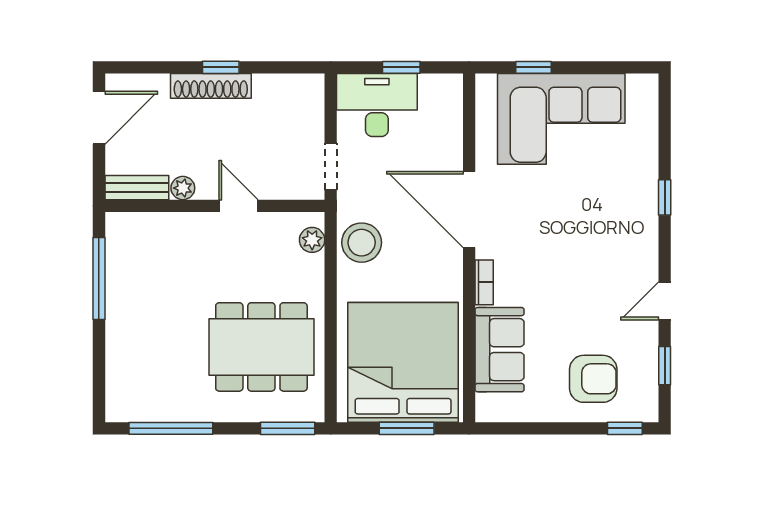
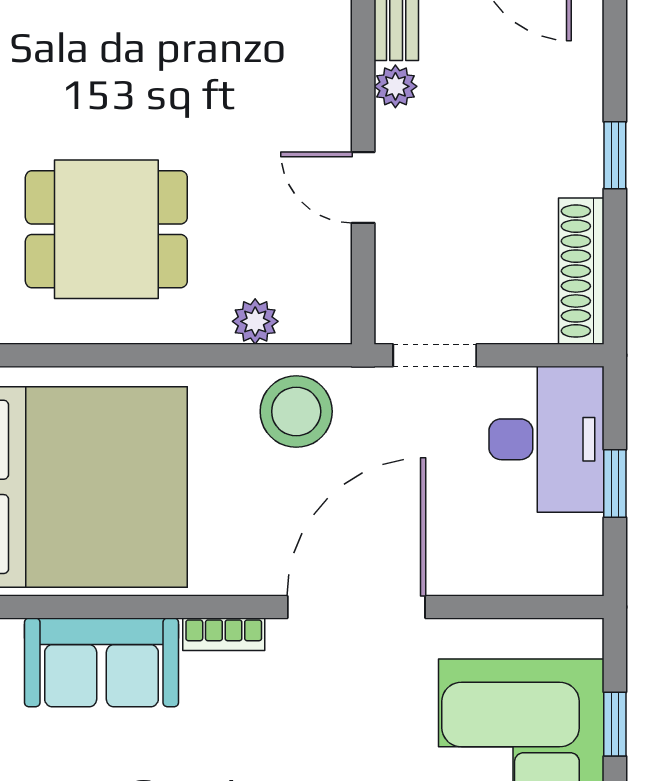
shoe rack: (211, 86) -> (581, 271), moved
door: (238, 206) -> (363, 187), swing flipped
plant: (312, 240) -> (255, 321), moved
dining table: (261, 347) -> (106, 229), width x0.73

